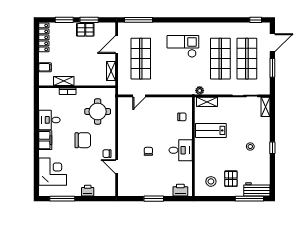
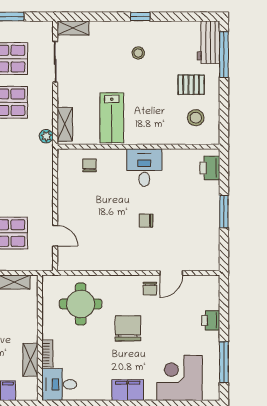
desk: (49, 120) -> (59, 384), moved, turned 90

